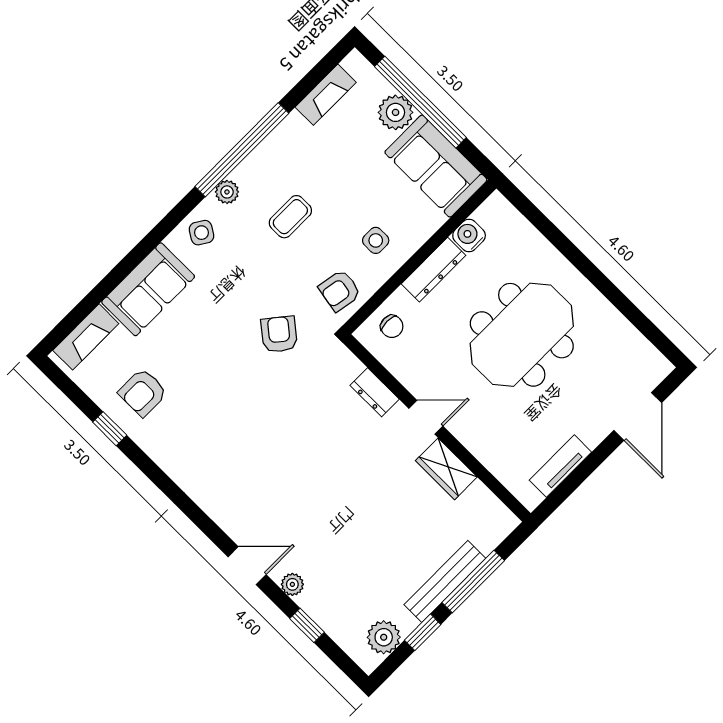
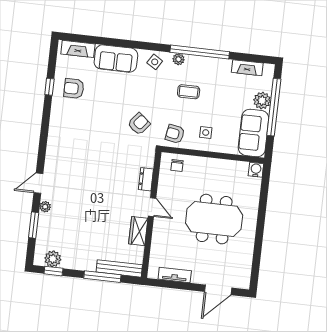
water cooler: (469, 235) -> (256, 170), moved
dresser: (434, 270) -> (212, 164), removed
door: (247, 566) -> (38, 183), swing flipped
bench: (445, 581) -> (119, 268), moved
window: (307, 625) -> (34, 225), width x1.50
window: (423, 632) -> (53, 271), moved

